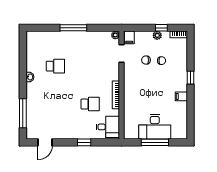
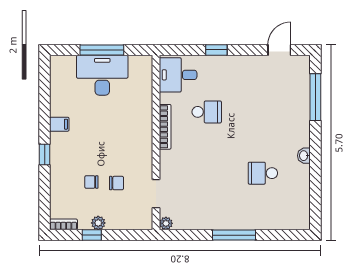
filing cabinet: (129, 37) -> (143, 220), removed
school desk: (90, 104) -> (207, 112), turned 180

